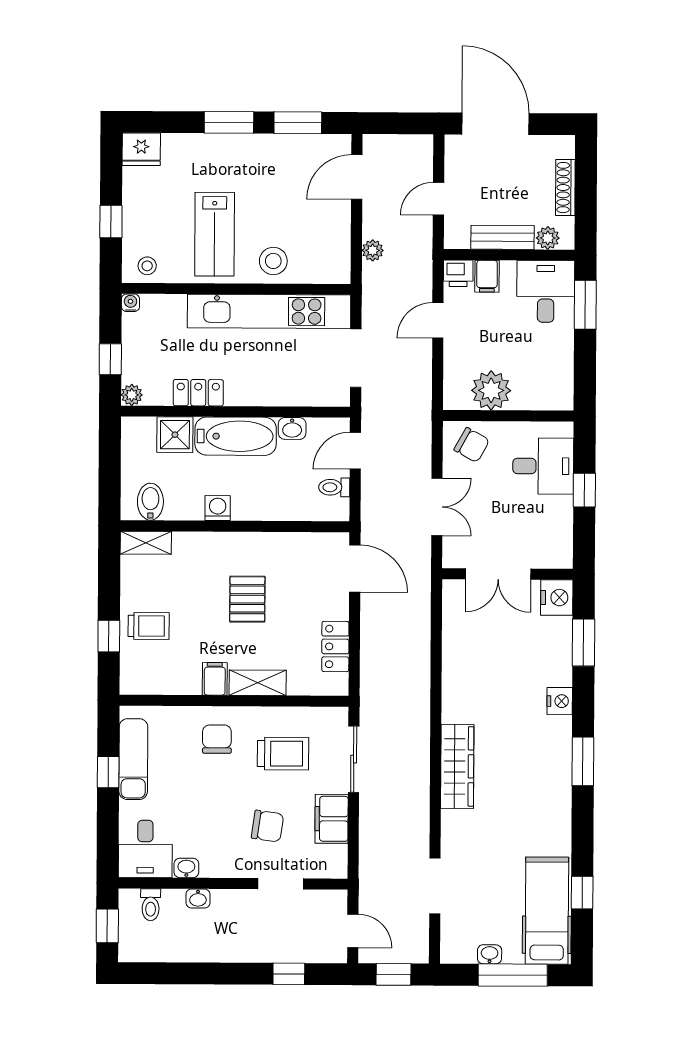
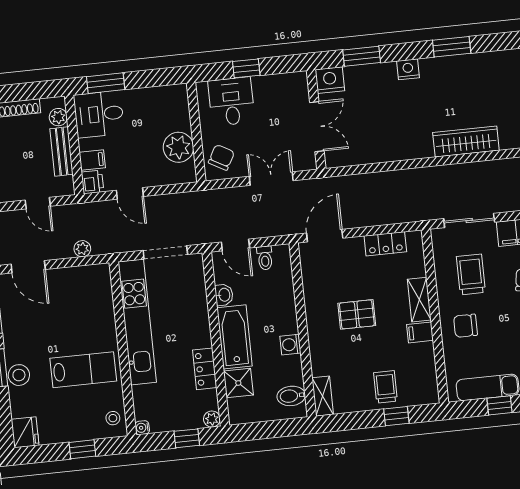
stool: (273, 261) -> (19, 375), moved

